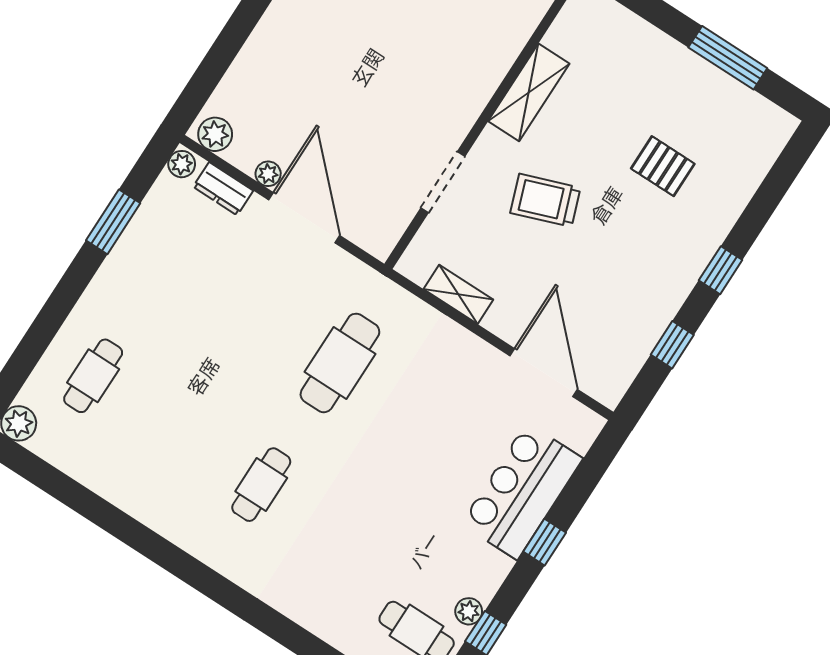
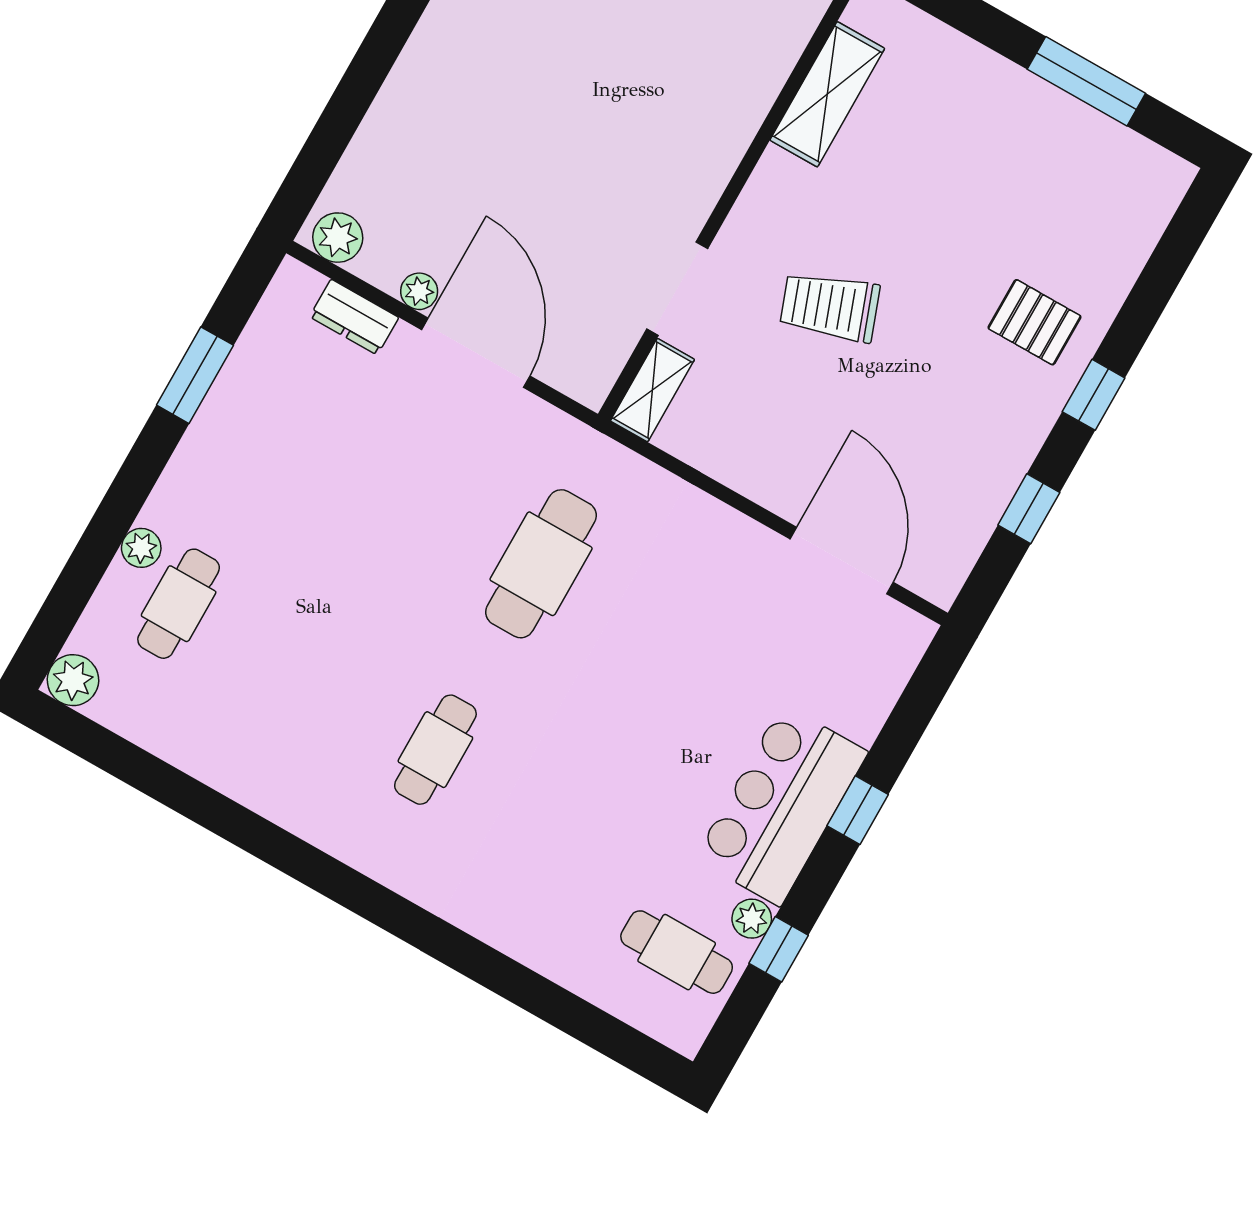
shelving: (529, 92) -> (827, 94), moved
plant: (182, 164) -> (141, 548), moved
pallet: (663, 166) -> (1034, 322), moved
shelving: (458, 294) -> (652, 390), moved, turned 90
bar counter: (522, 491) -> (781, 805), moved

